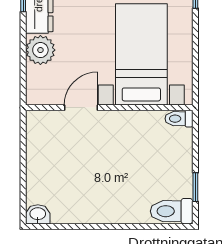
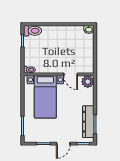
plant: (40, 50) -> (88, 82), moved
door: (81, 108) -> (71, 74), hinge flipped

